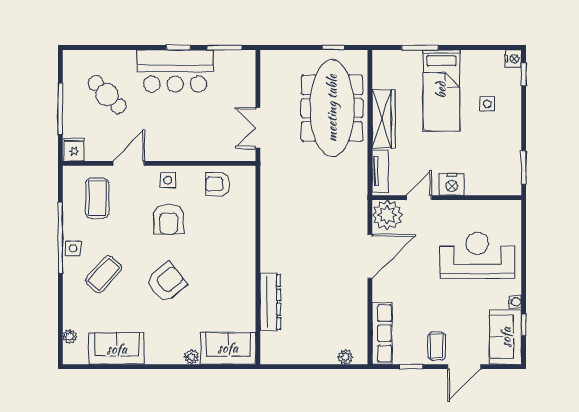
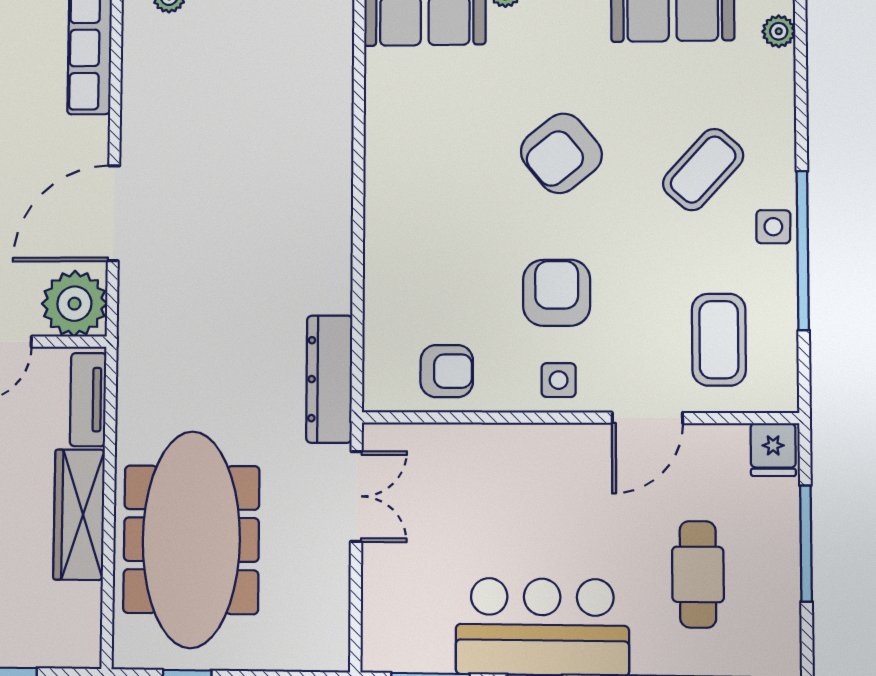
cafe table: (107, 95) -> (698, 574), turned 45
dresser: (270, 302) -> (329, 379), moved

